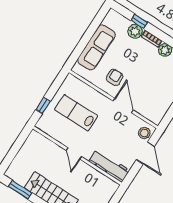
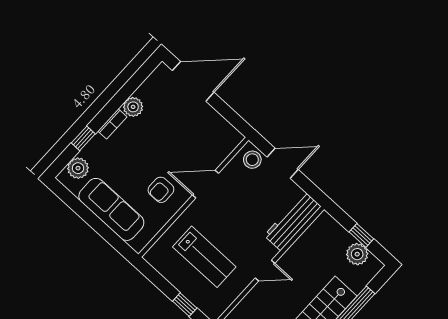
plant: (135, 31) -> (78, 168), moved
armchair: (115, 77) -> (161, 190), turned -90
lab bench: (76, 113) -> (204, 257), turned -90

